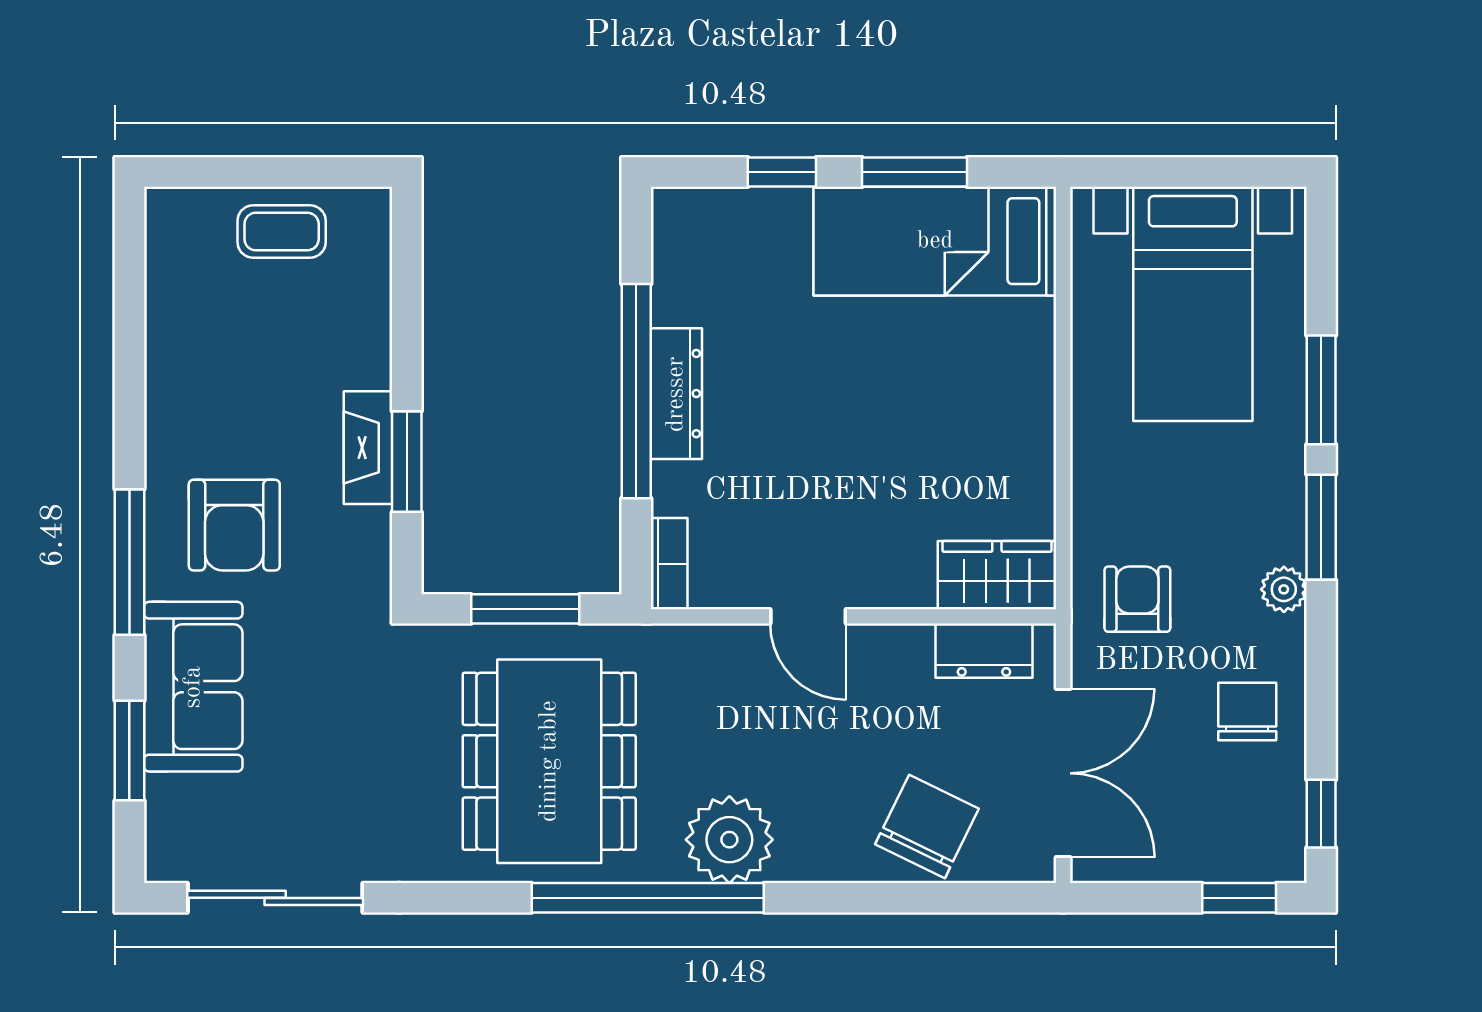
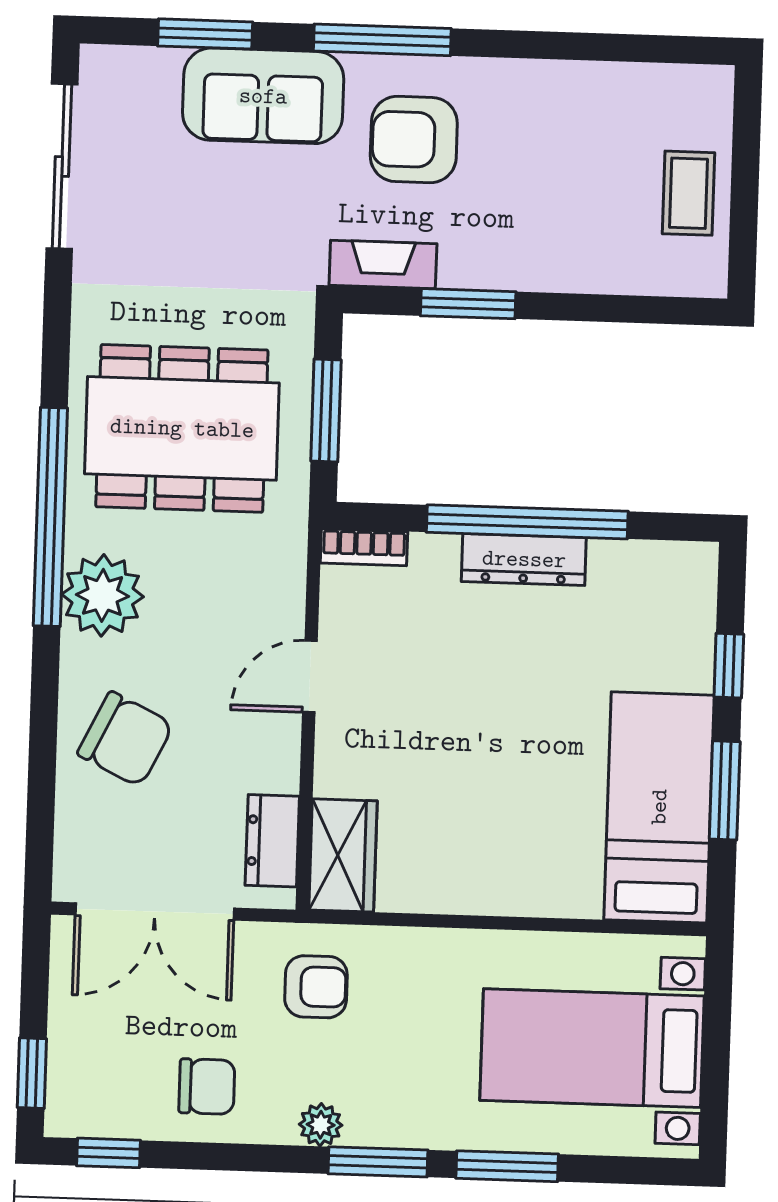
fireplace: (368, 448) -> (383, 264), moved
chair: (927, 826) -> (125, 739), moved

